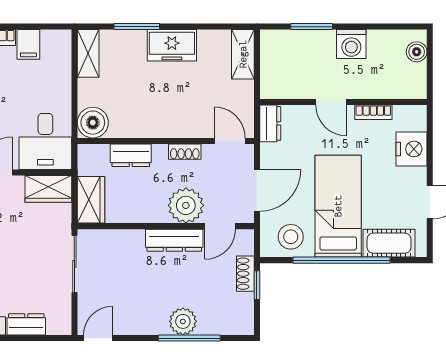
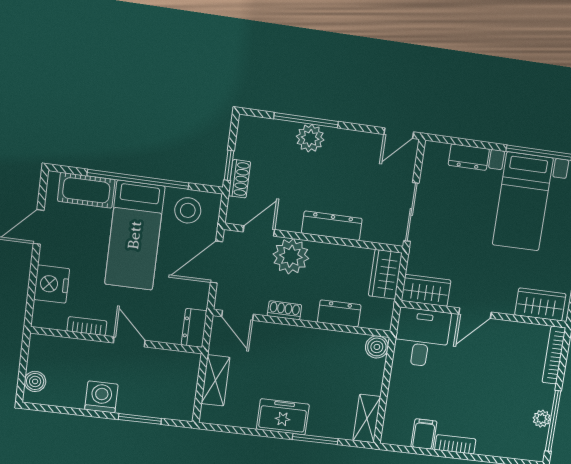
shelving: (243, 54) -> (215, 380), moved
boiler: (93, 123) -> (377, 347), width x0.73, depth x0.73
dresser: (174, 240) -> (332, 226), moved

